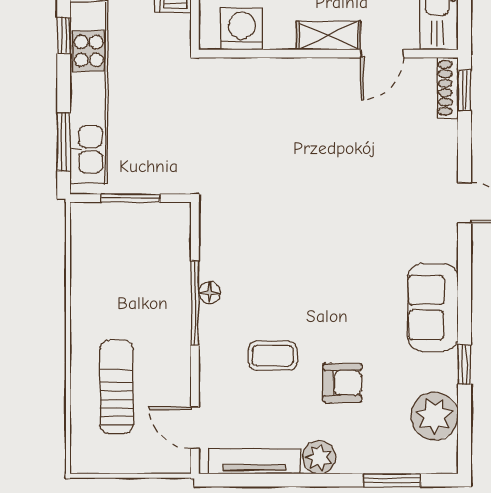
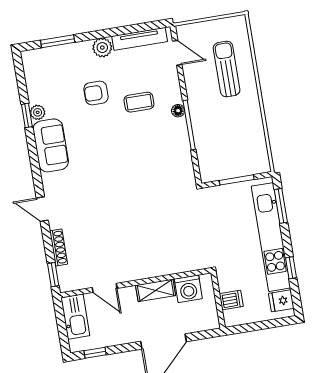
shelving: (328, 35) -> (156, 290), moved
door: (382, 54) -> (105, 288), swing flipped
shoe rack: (448, 88) -> (59, 247), moved
floor lamp: (210, 293) -> (178, 111), moved
sun lounger: (117, 387) -> (227, 69), turned 180
plant: (434, 416) -> (38, 112), moved, width x0.53, depth x0.53

